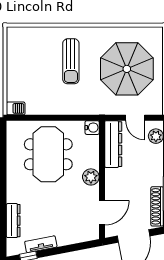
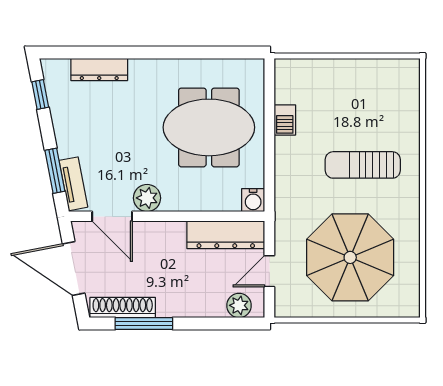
barbecue: (16, 108) -> (285, 120), moved
plant: (91, 177) -> (147, 198), moved
tv unit: (41, 244) -> (73, 184), moved
window: (74, 247) -> (55, 171), added

